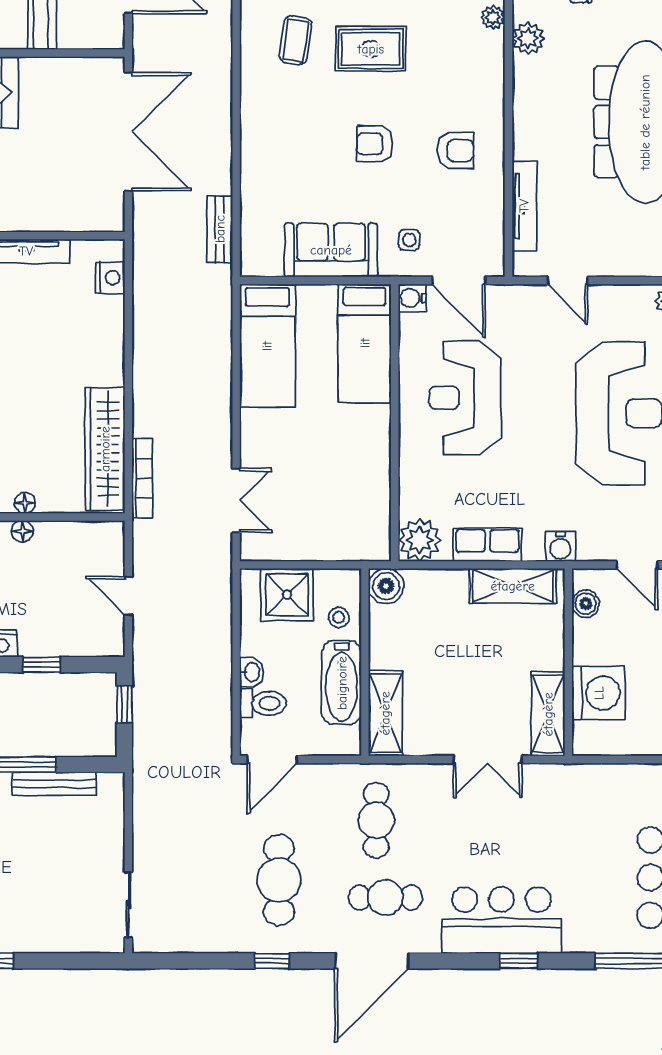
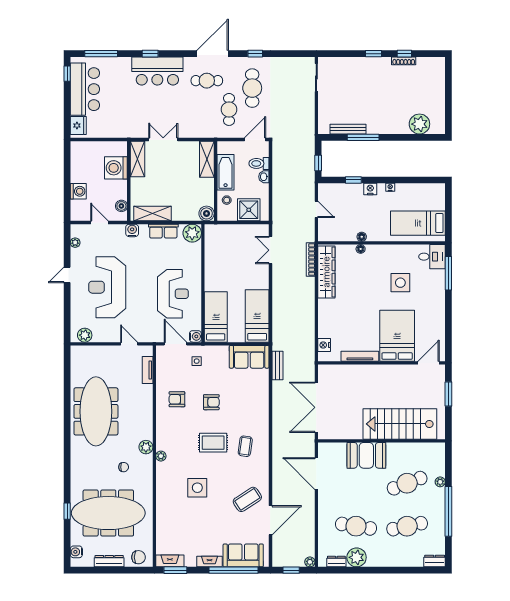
tv unit: (524, 206) -> (148, 370), width x0.71
sofa: (331, 250) -> (249, 357), moved
cafe table: (376, 820) -> (229, 109), moved

